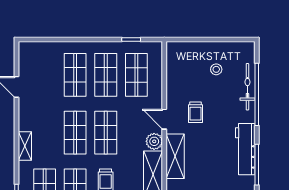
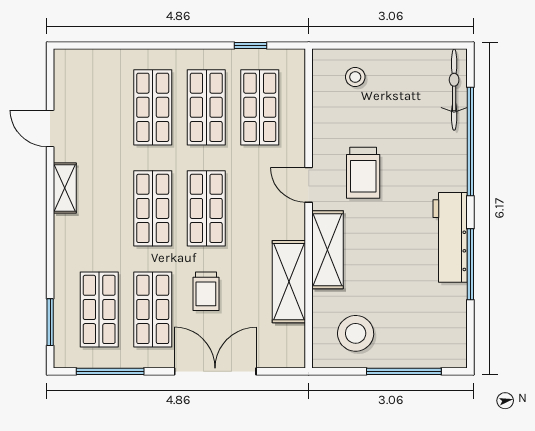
stool: (216, 69) -> (355, 77), moved
bicycle: (247, 87) -> (454, 90), moved
trolley: (195, 112) -> (363, 173), width x1.36, depth x1.39
plant: (154, 141) -> (291, 224), removed
shelving: (25, 146) -> (65, 188), moved

